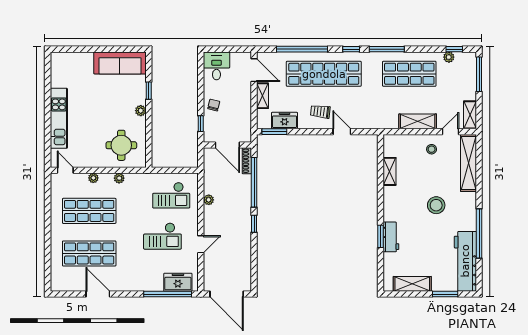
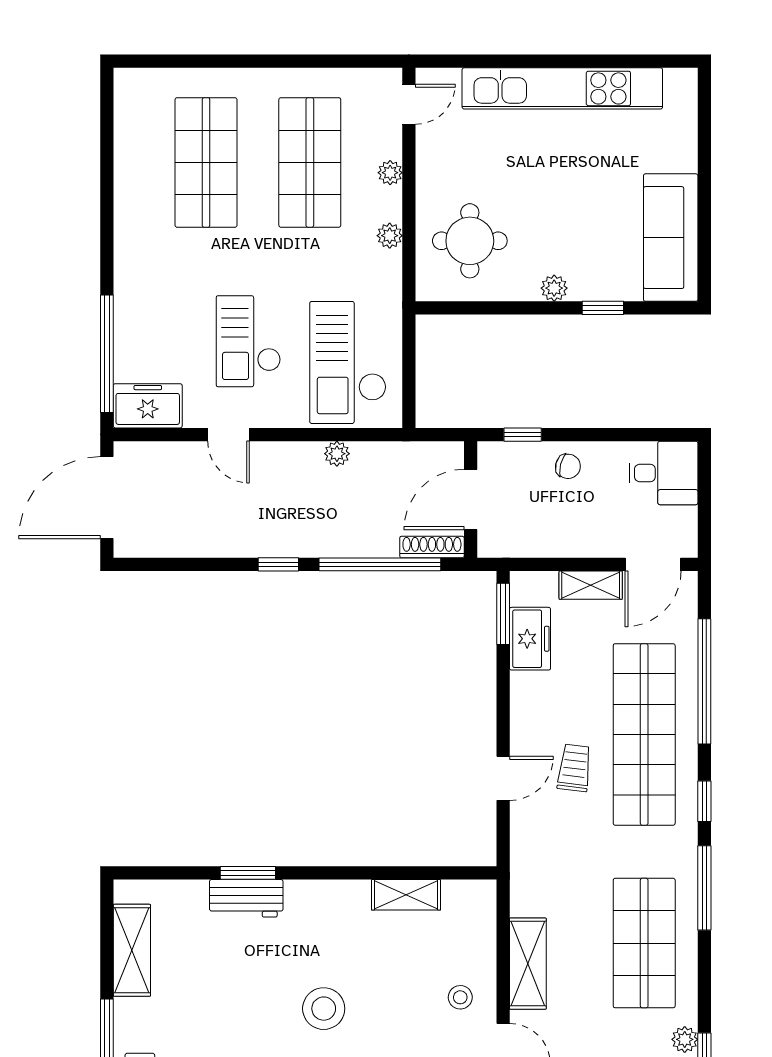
trolley: (320, 112) -> (574, 768), moved
kitchen unit: (59, 118) -> (562, 88), width x1.36
checkout: (171, 195) -> (348, 362), width x1.36, depth x1.21
freezer: (178, 282) -> (148, 406), moved, turned -90
door: (98, 294) -> (107, 184), removed

